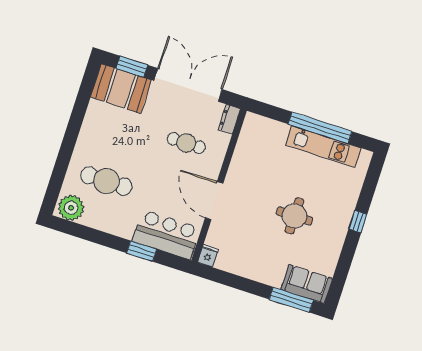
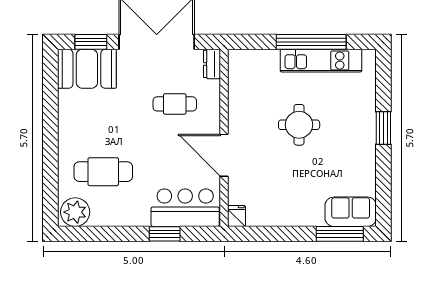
round table: (294, 216) -> (299, 125), moved
window: (358, 222) -> (383, 128), width x1.50

